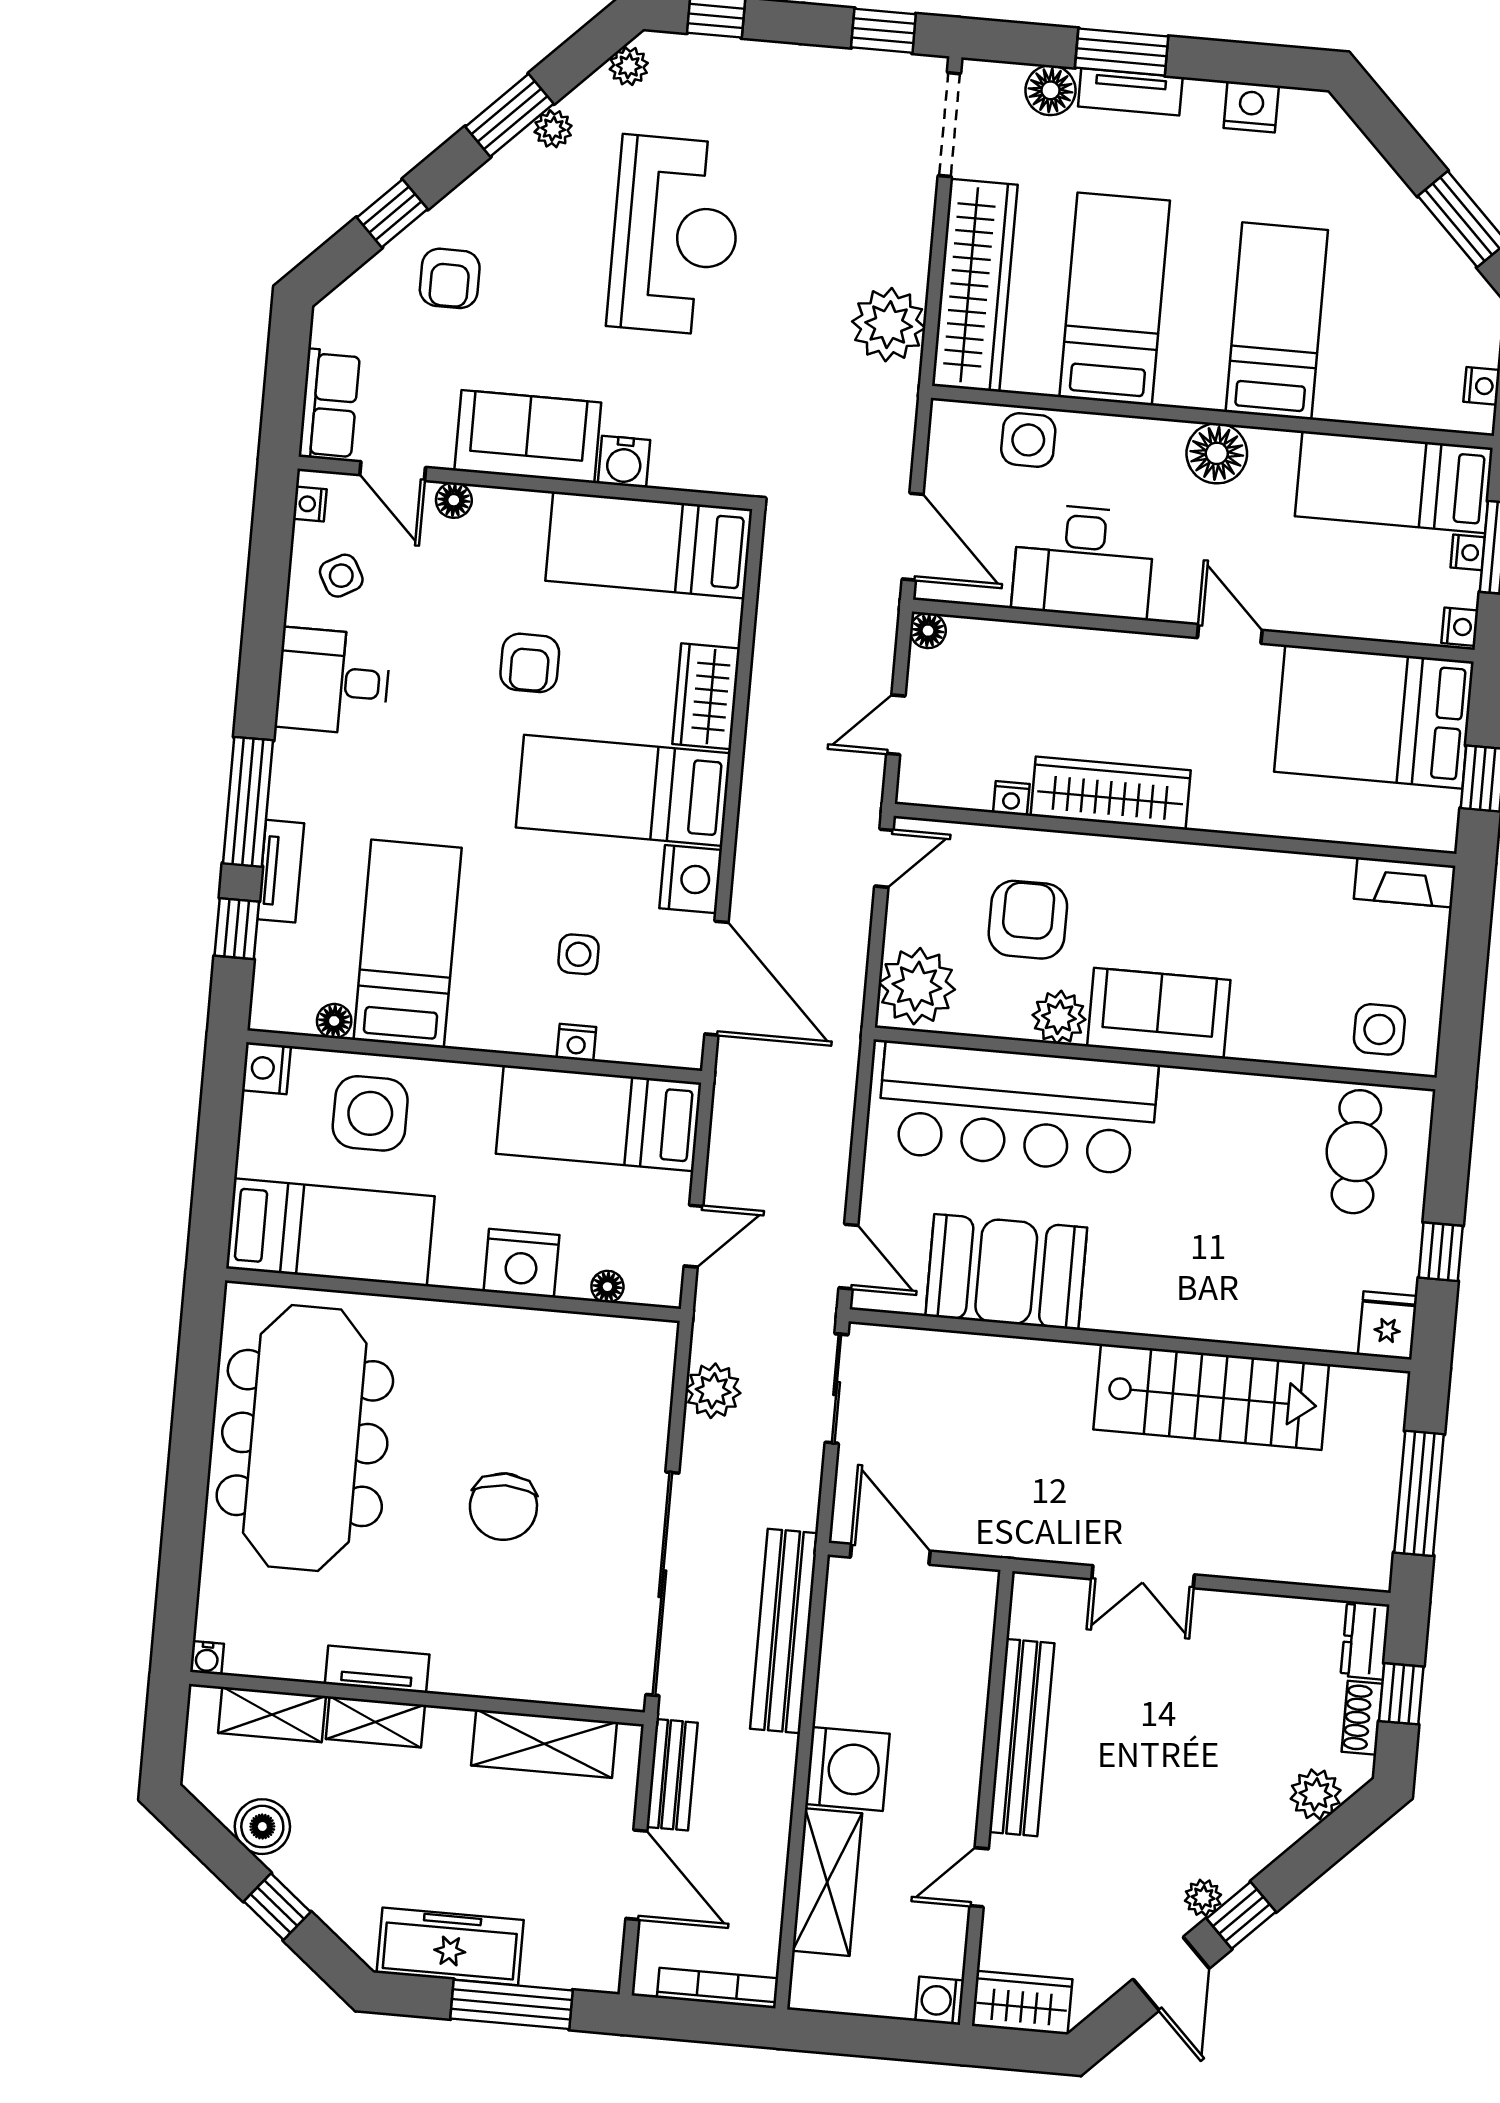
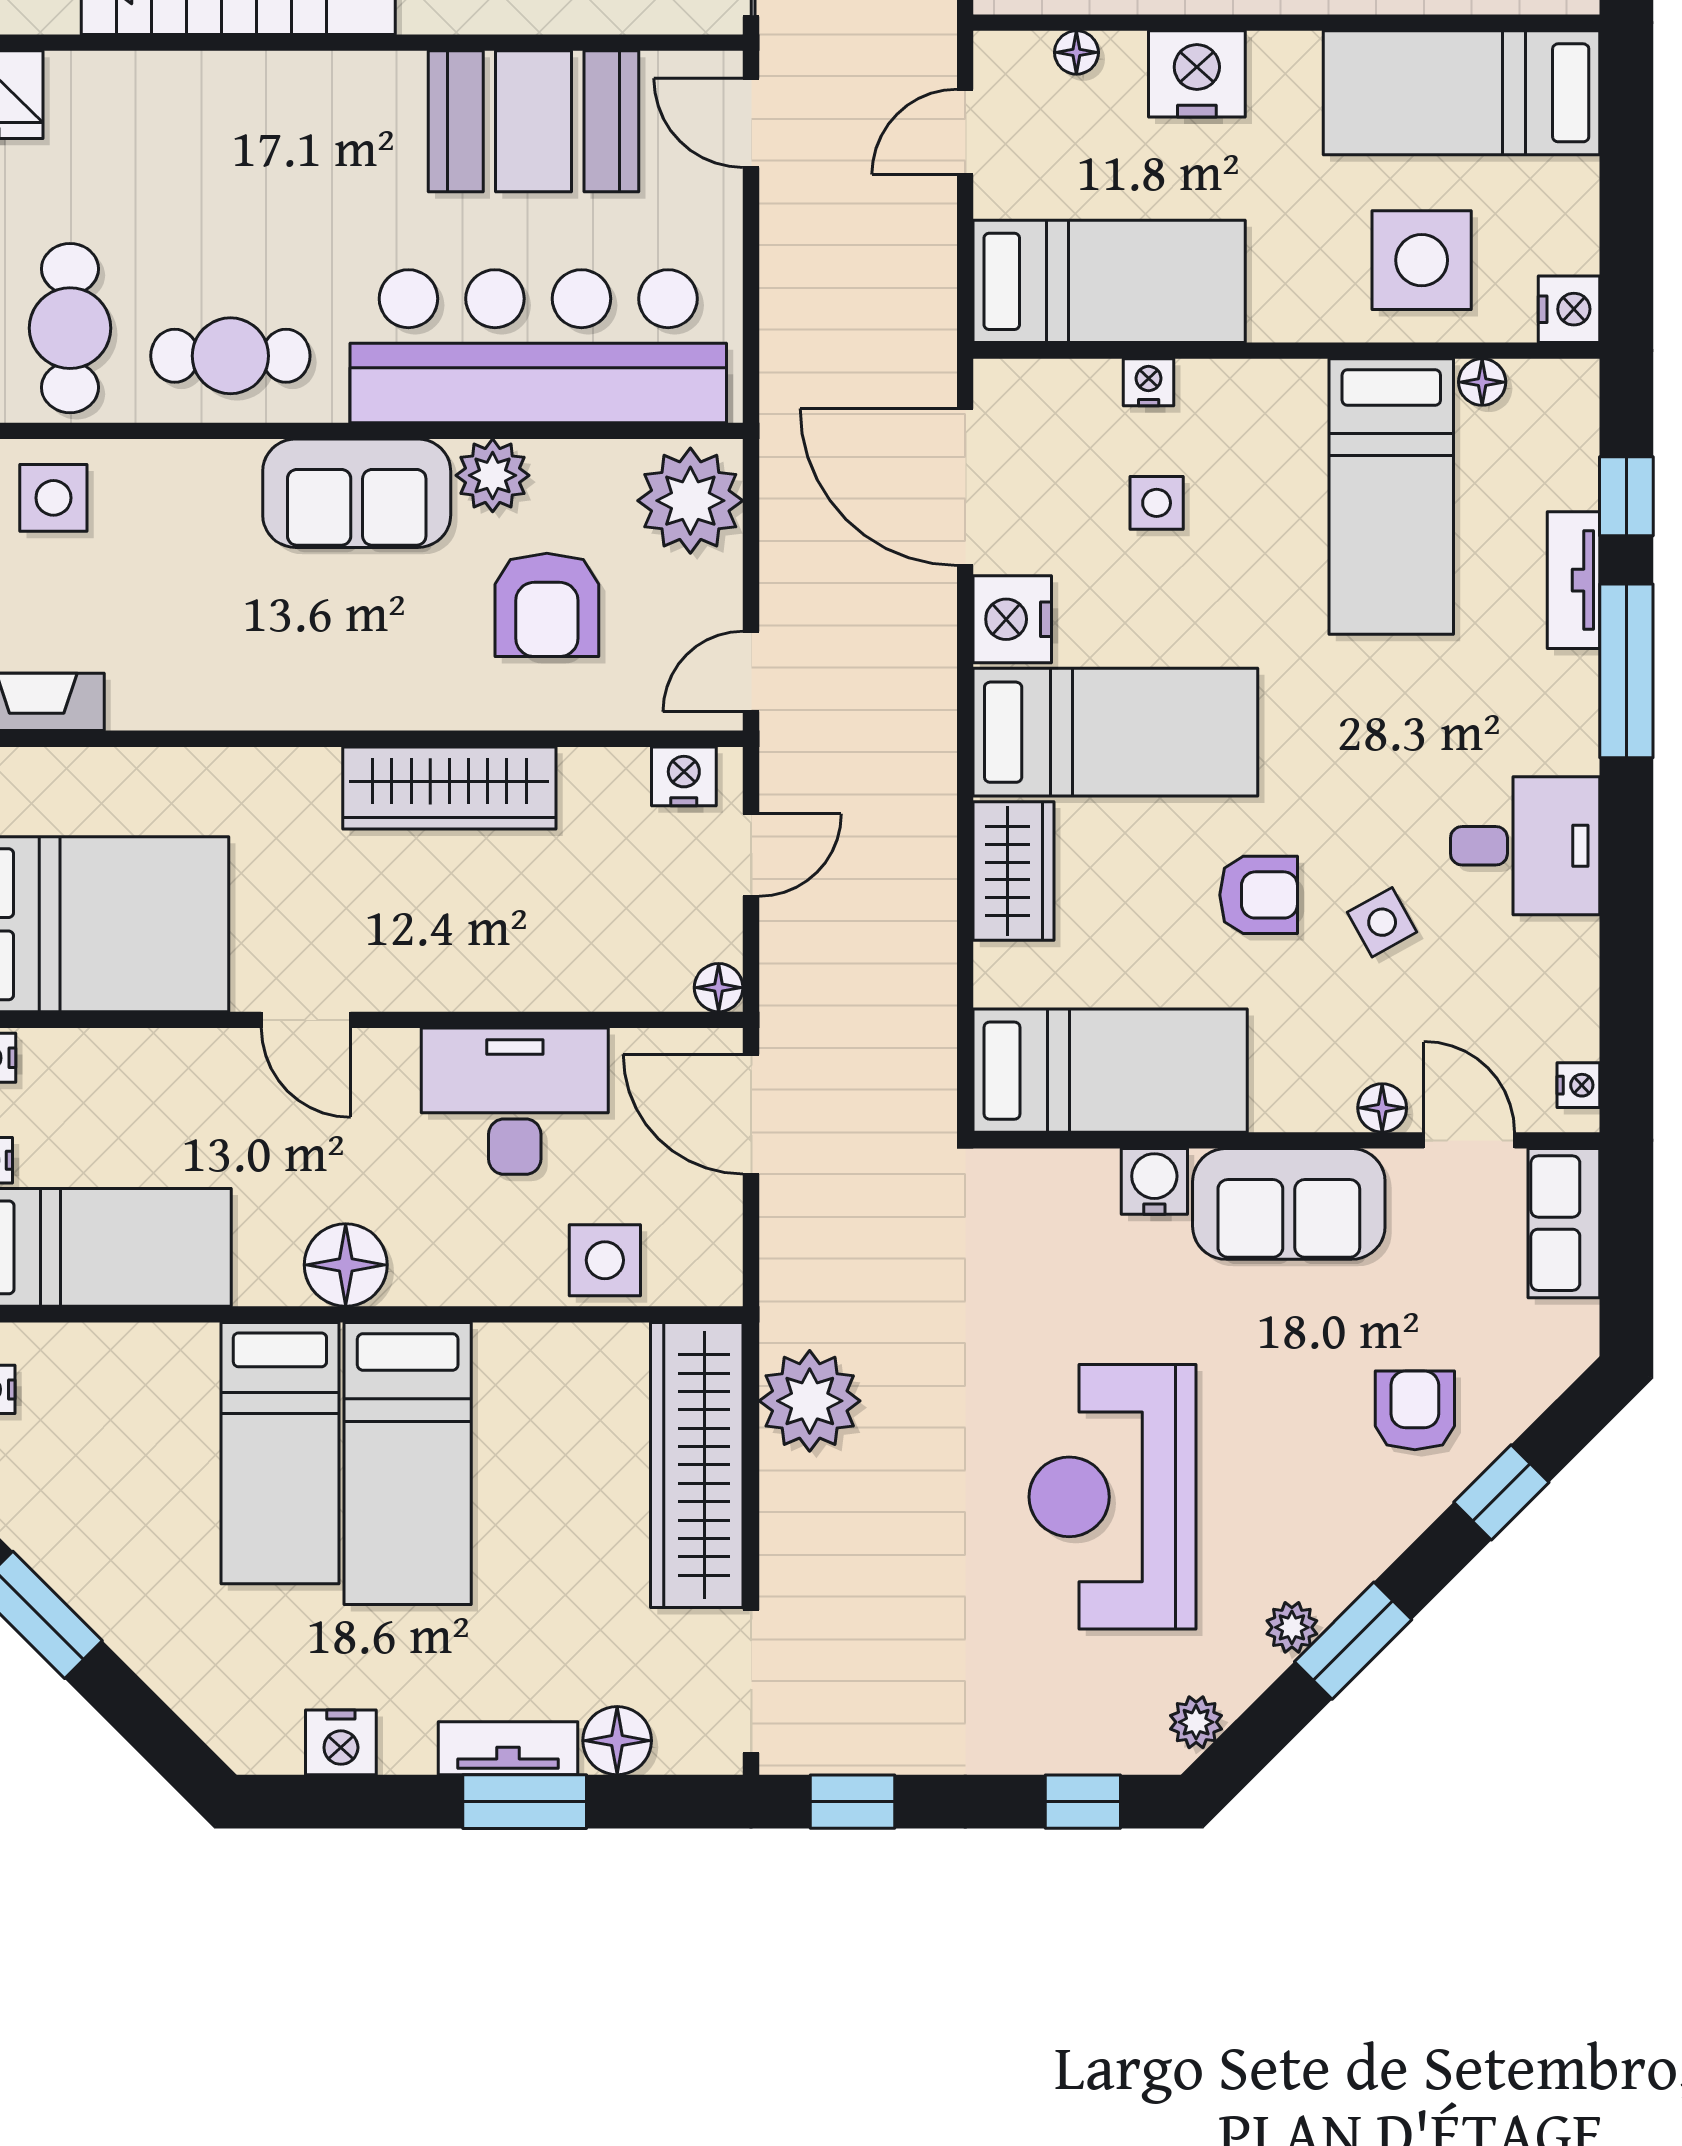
bed: (1115, 299) -> (408, 1463), moved
side table: (341, 576) -> (1382, 922), moved
armchair: (530, 663) -> (1259, 895), turned 90
nightstand: (1011, 798) -> (684, 776), moved, width x1.39, depth x1.35
cafe table: (1242, 1121) -> (230, 356), added

